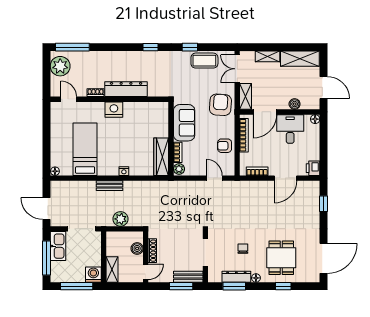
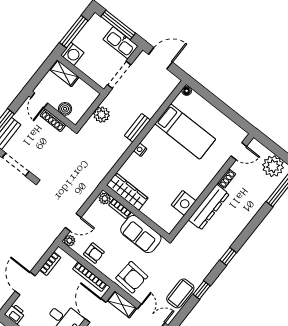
nightstand: (114, 110) -> (184, 203), moved
armchair: (225, 146) -> (94, 253), turned 90
plant: (229, 170) -> (69, 241), added

